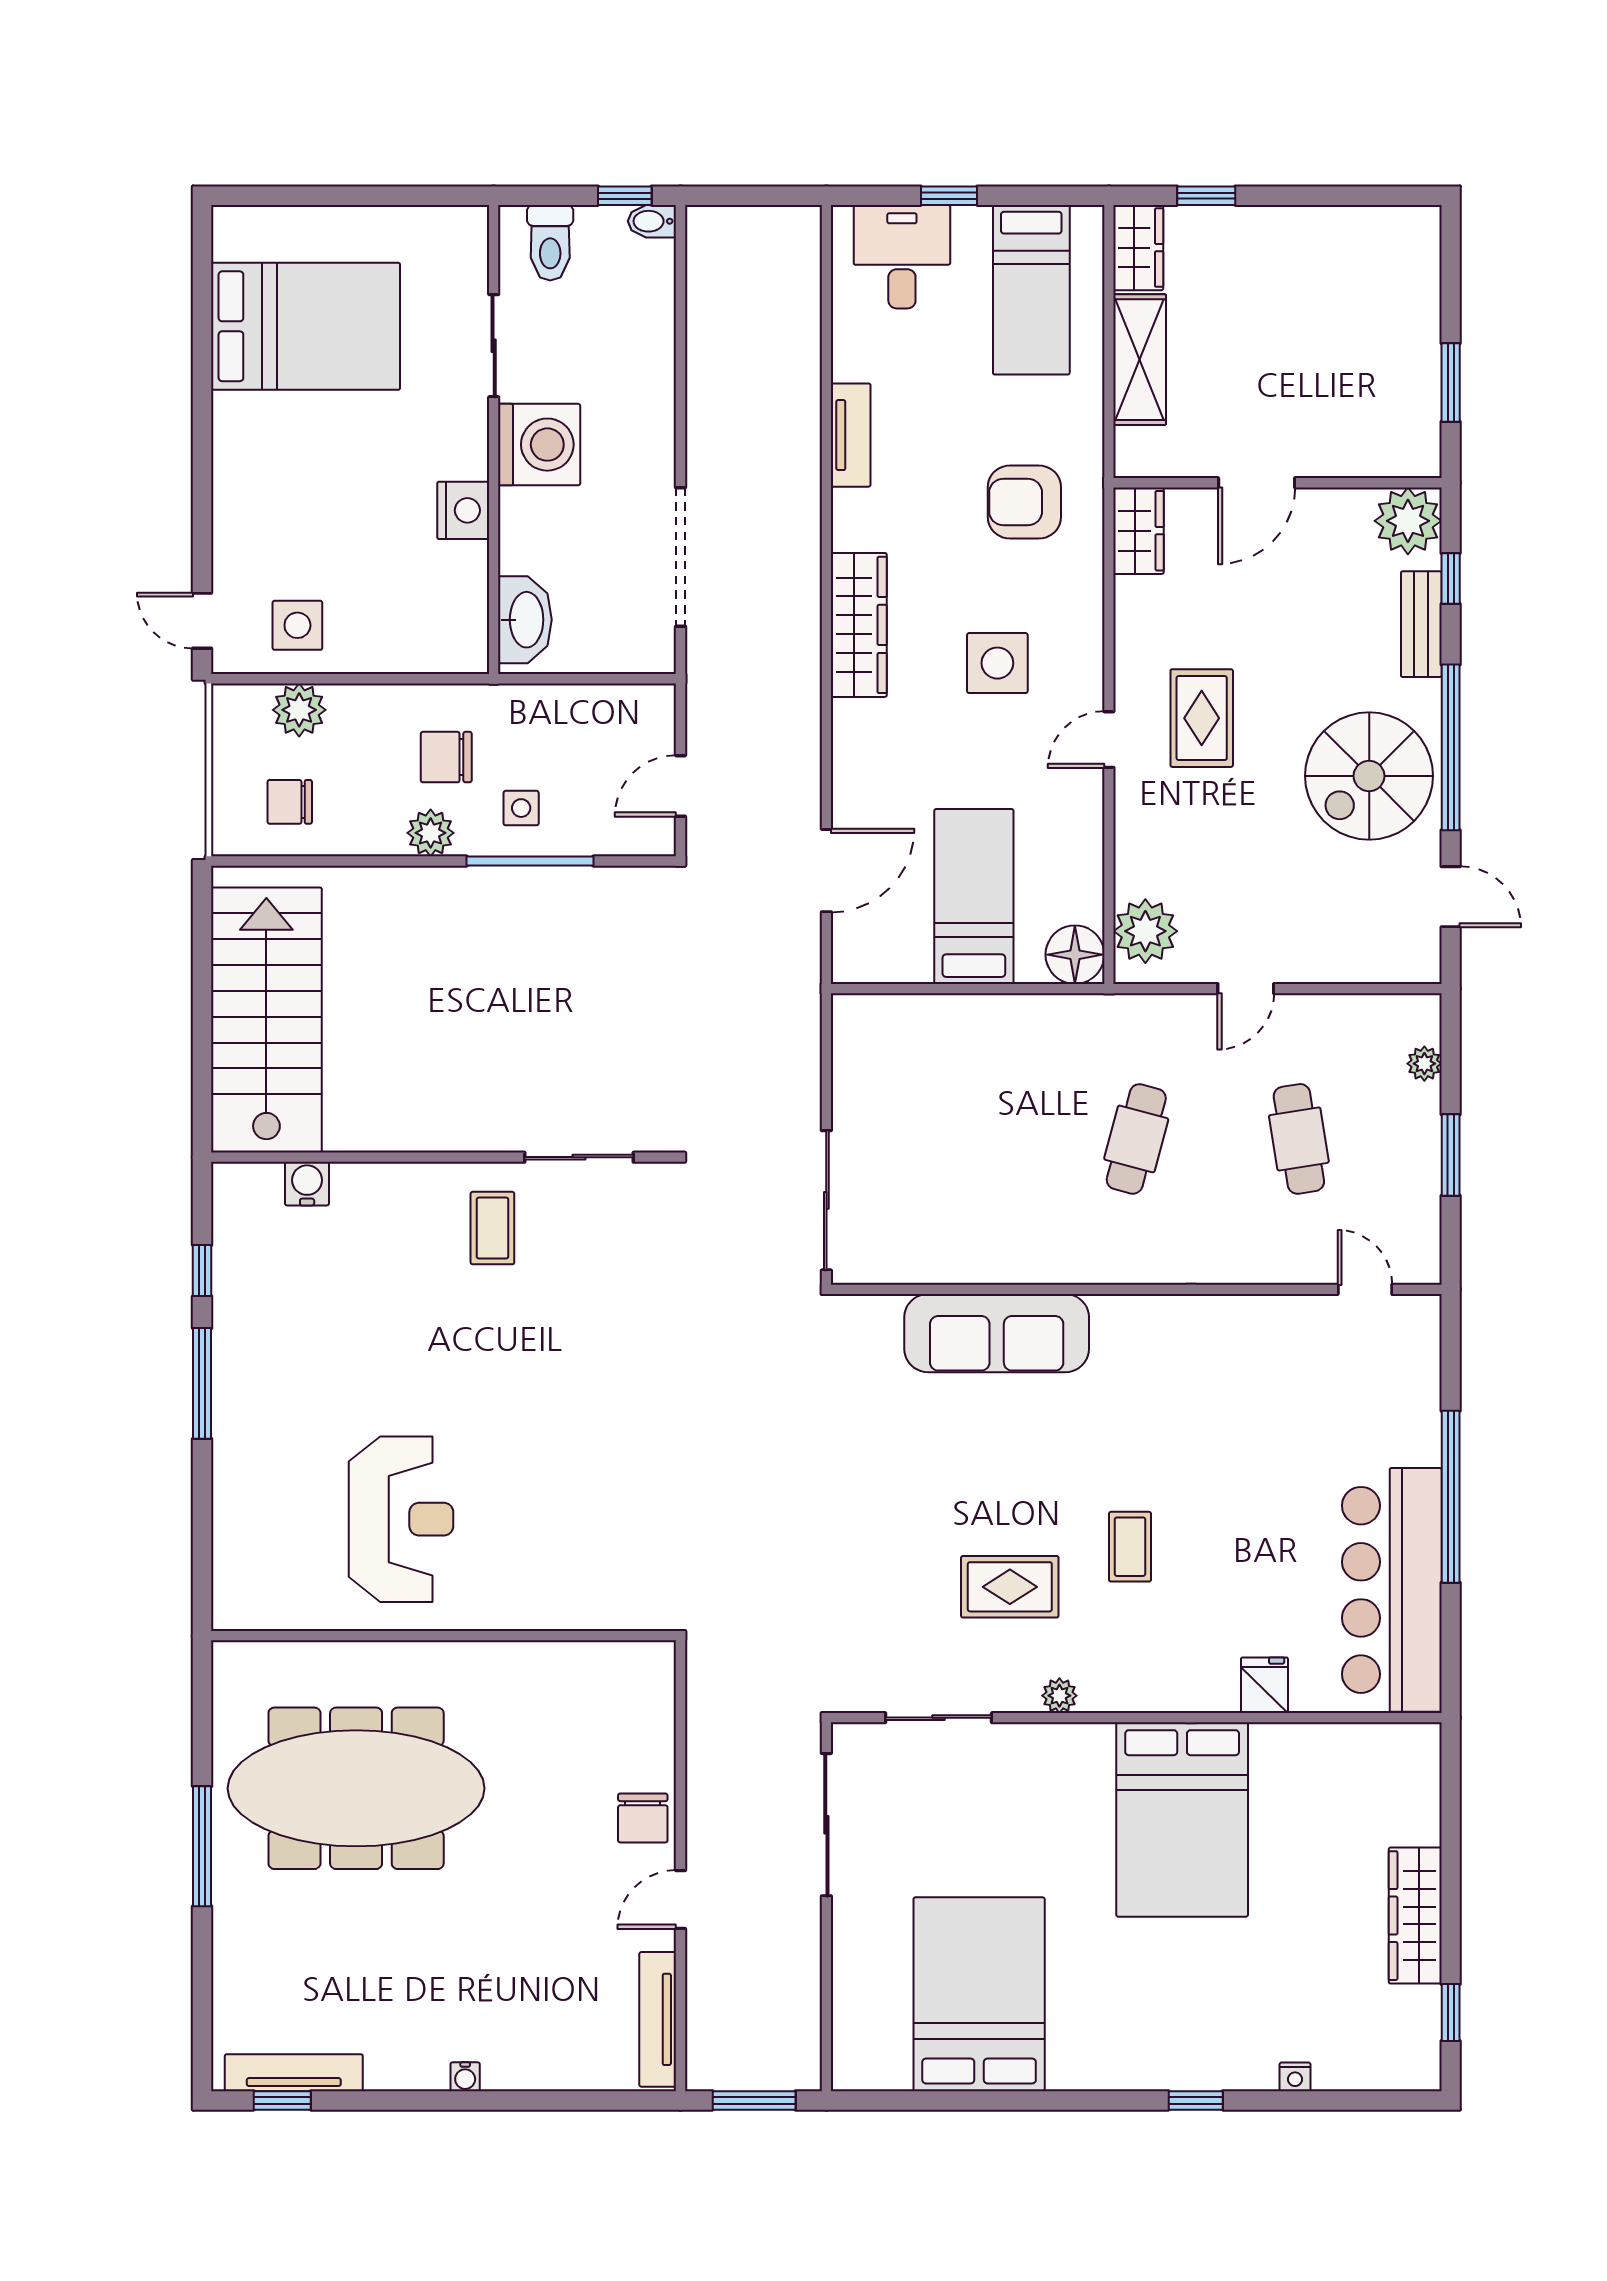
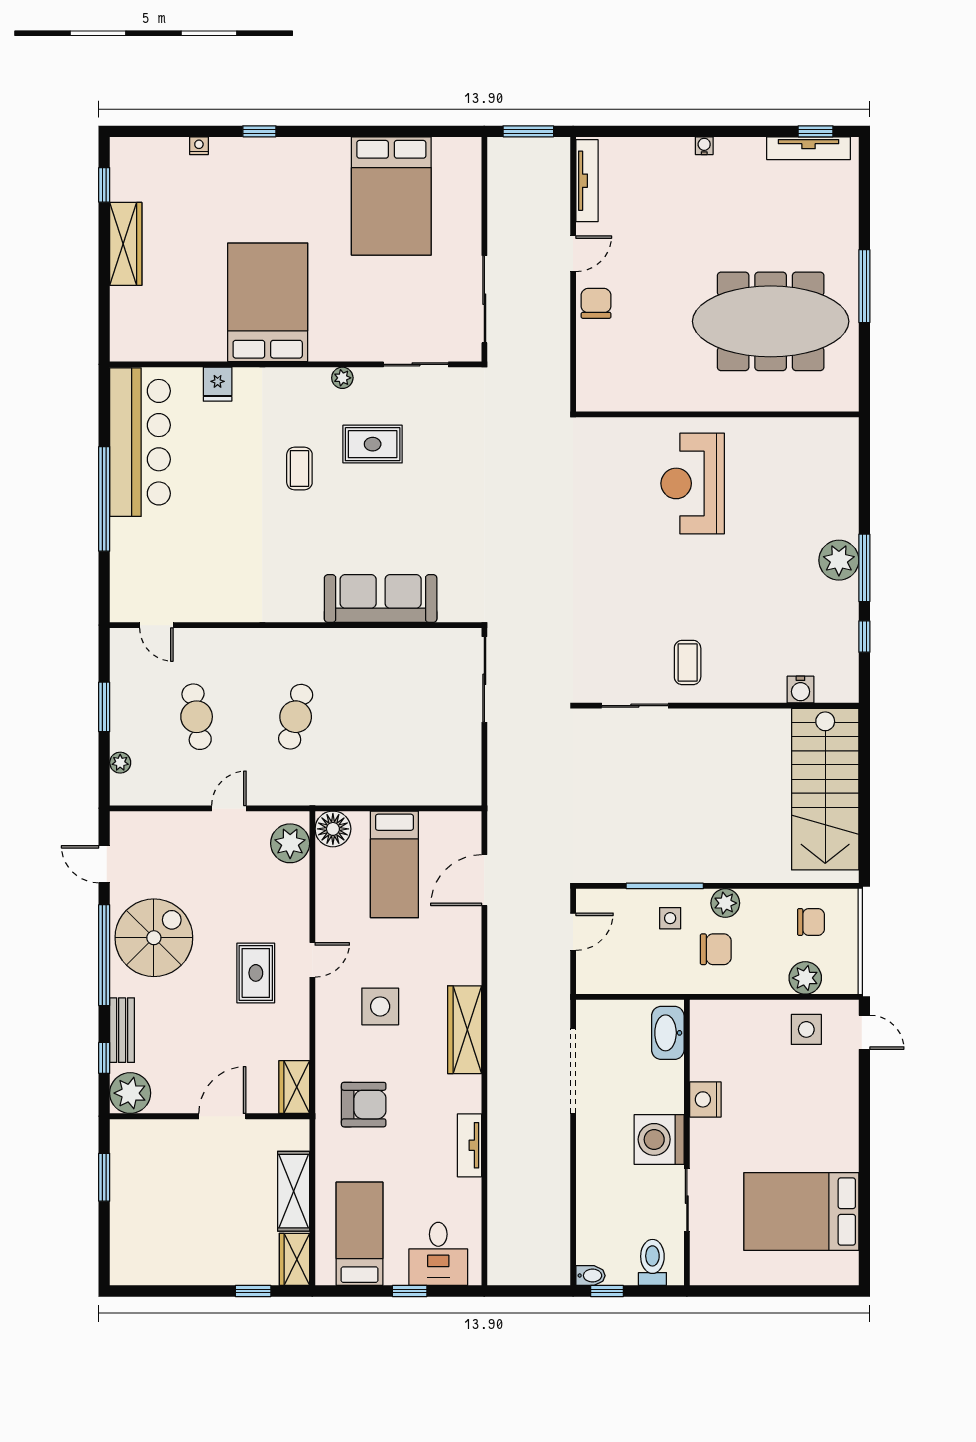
plant: (244, 1396) -> (839, 560), added
reception desk: (401, 1519) -> (693, 483), moved

